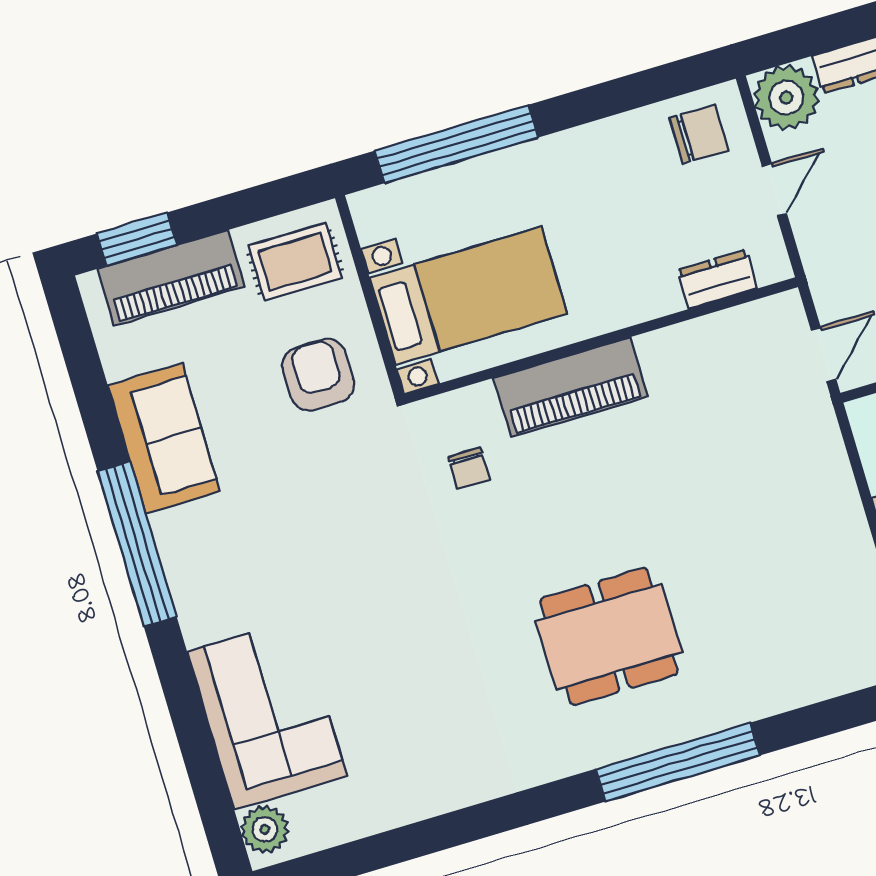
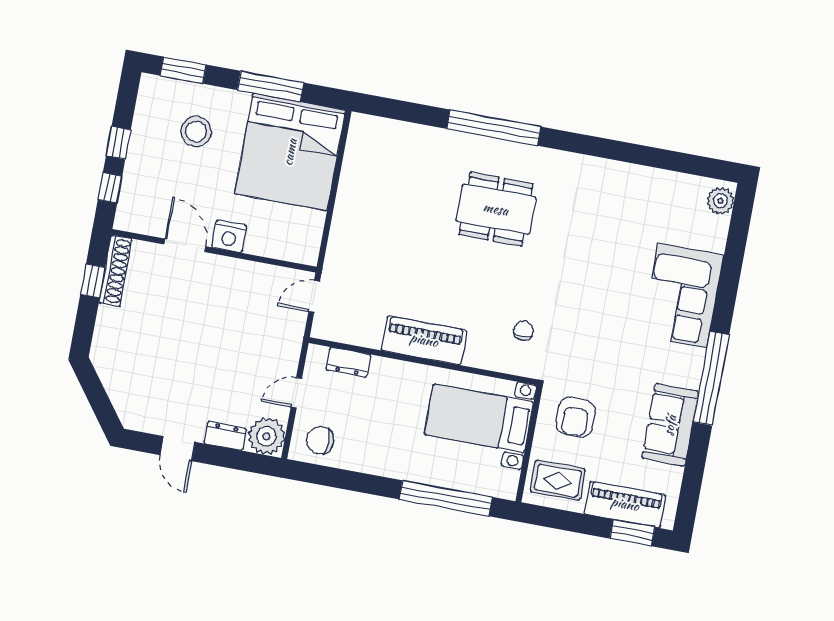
piano: (571, 387) -> (424, 340), moved
corner sofa: (267, 714) -> (682, 295), moved

